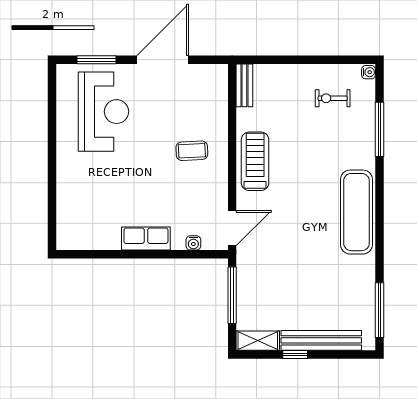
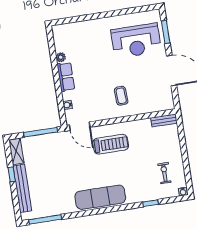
window: (379, 129) -> (150, 203), width x0.46
treadmill: (255, 161) -> (111, 144), moved
plant: (112, 242) -> (61, 57), added

